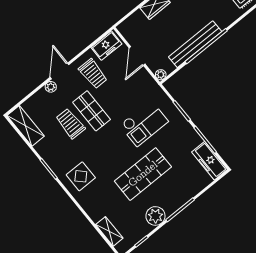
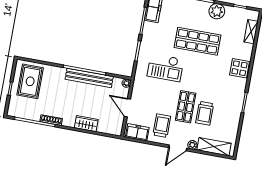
door: (137, 56) -> (127, 108), swing flipped
checkout: (144, 123) -> (165, 68), turned 180
shelving: (26, 126) -> (214, 147), moved, turned 90
display table: (81, 176) -> (239, 68), moved

